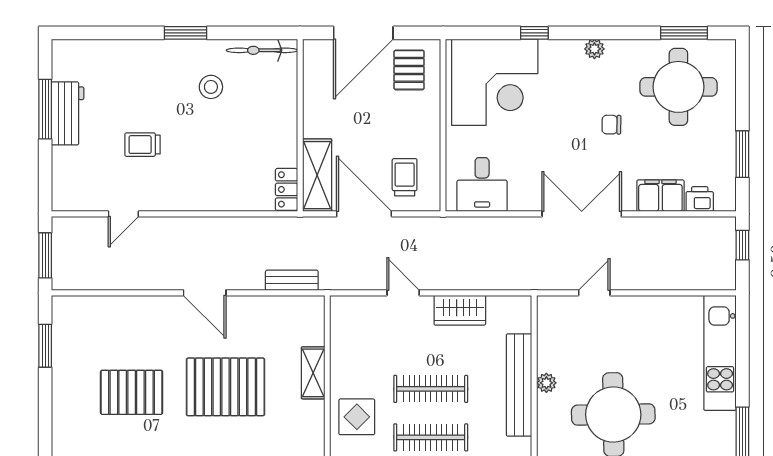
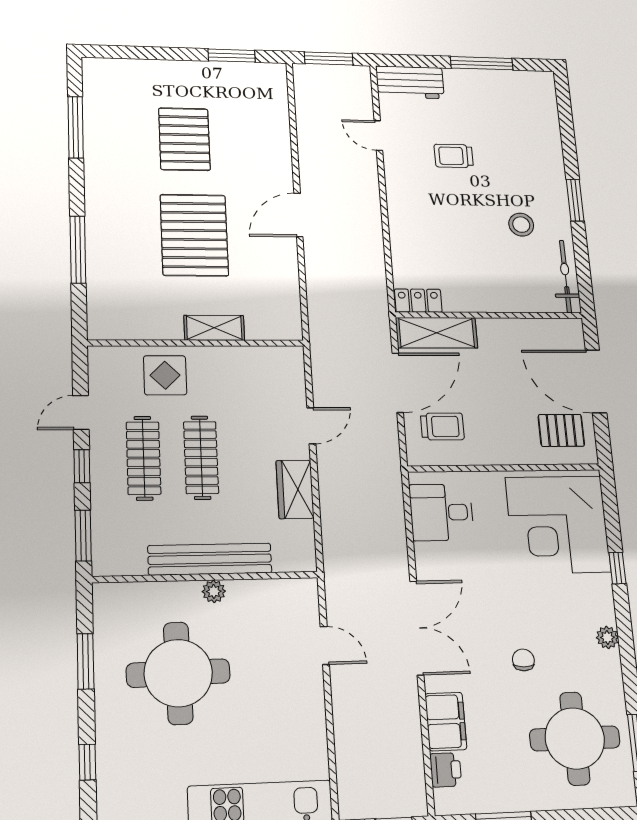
workbench: (68, 113) -> (410, 82), moved
trolley: (143, 145) -> (454, 156), turned -90
bench: (292, 280) -> (318, 306), removed

